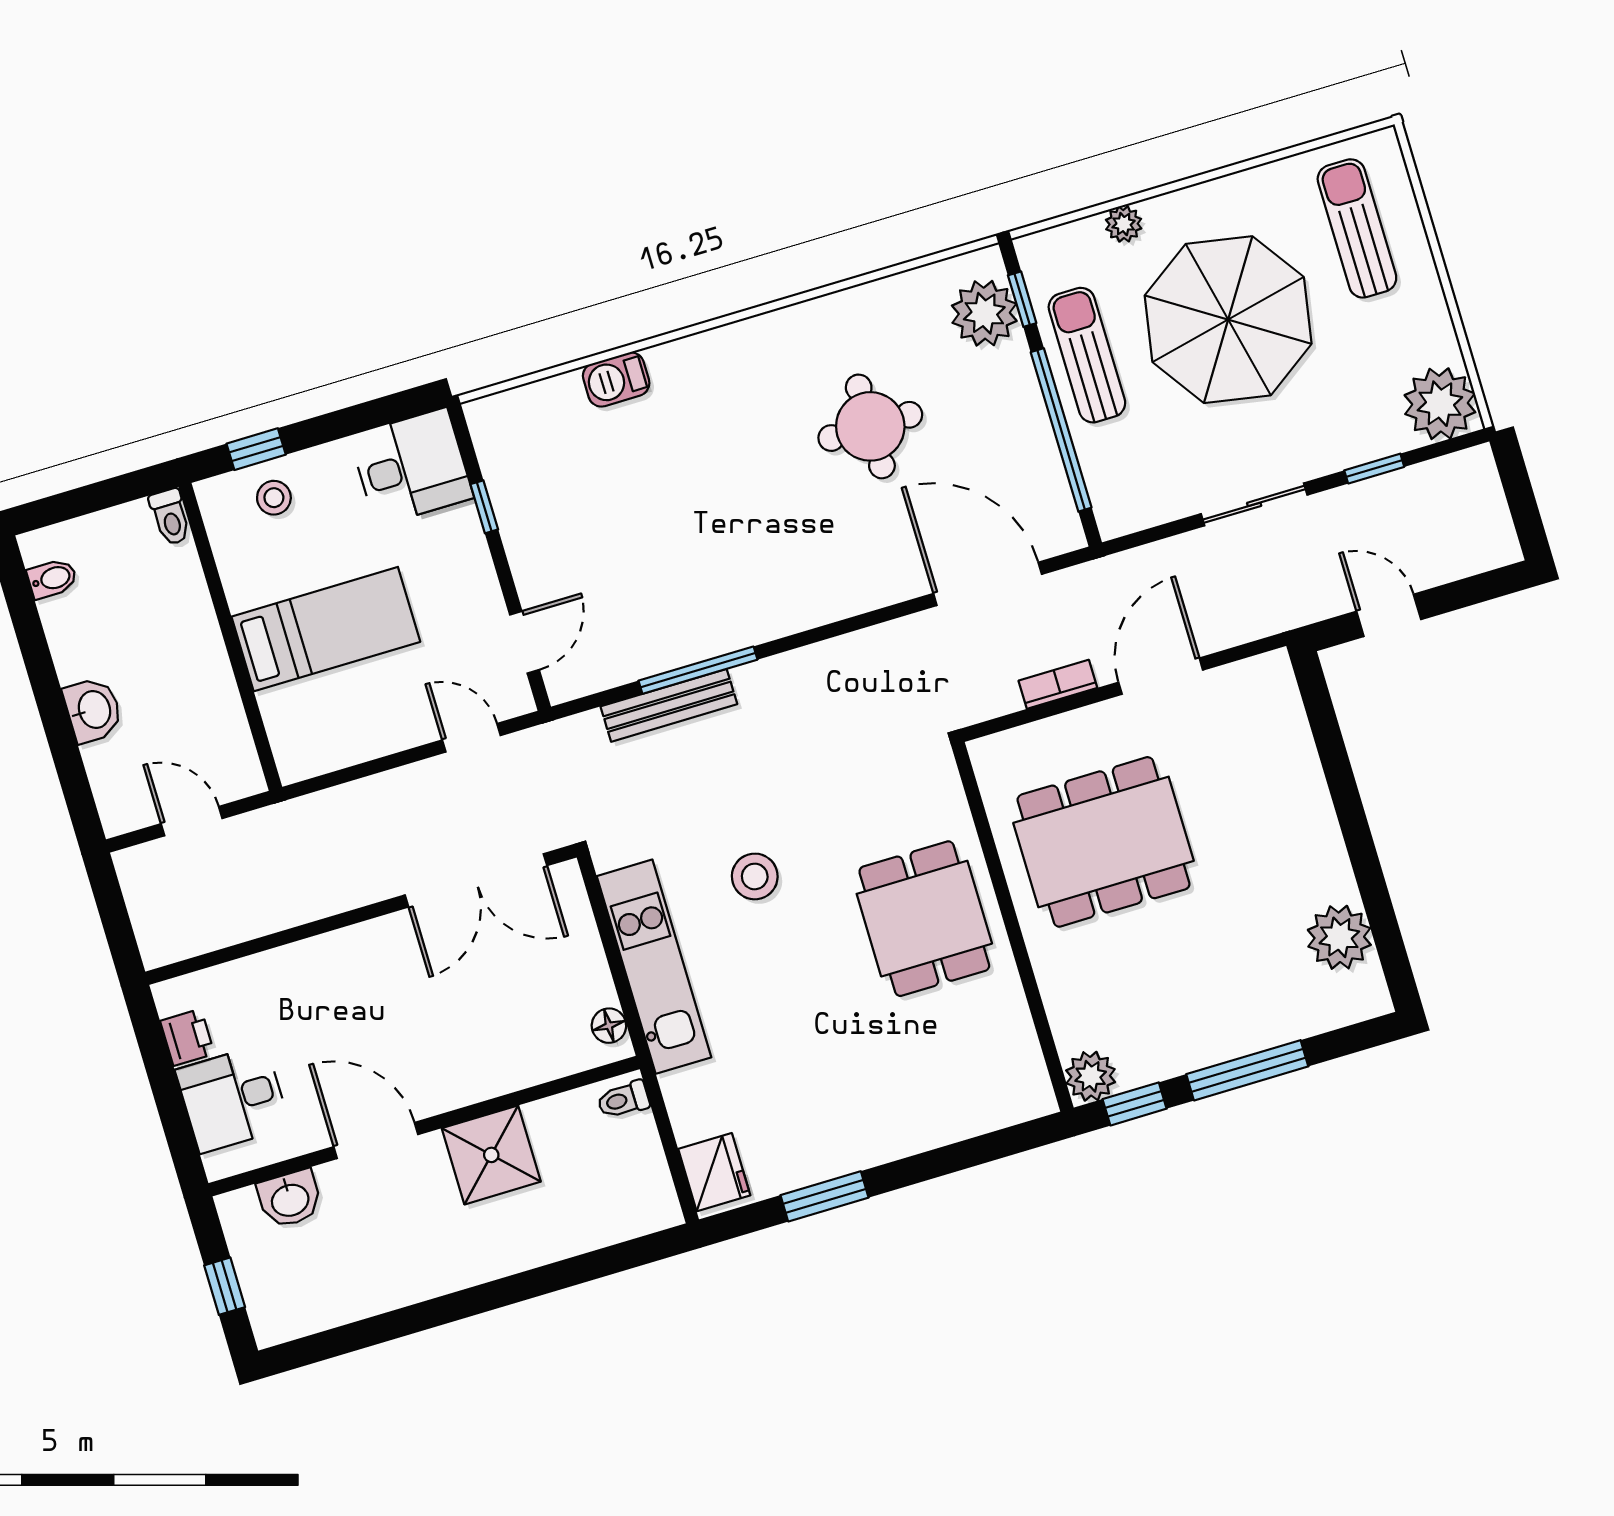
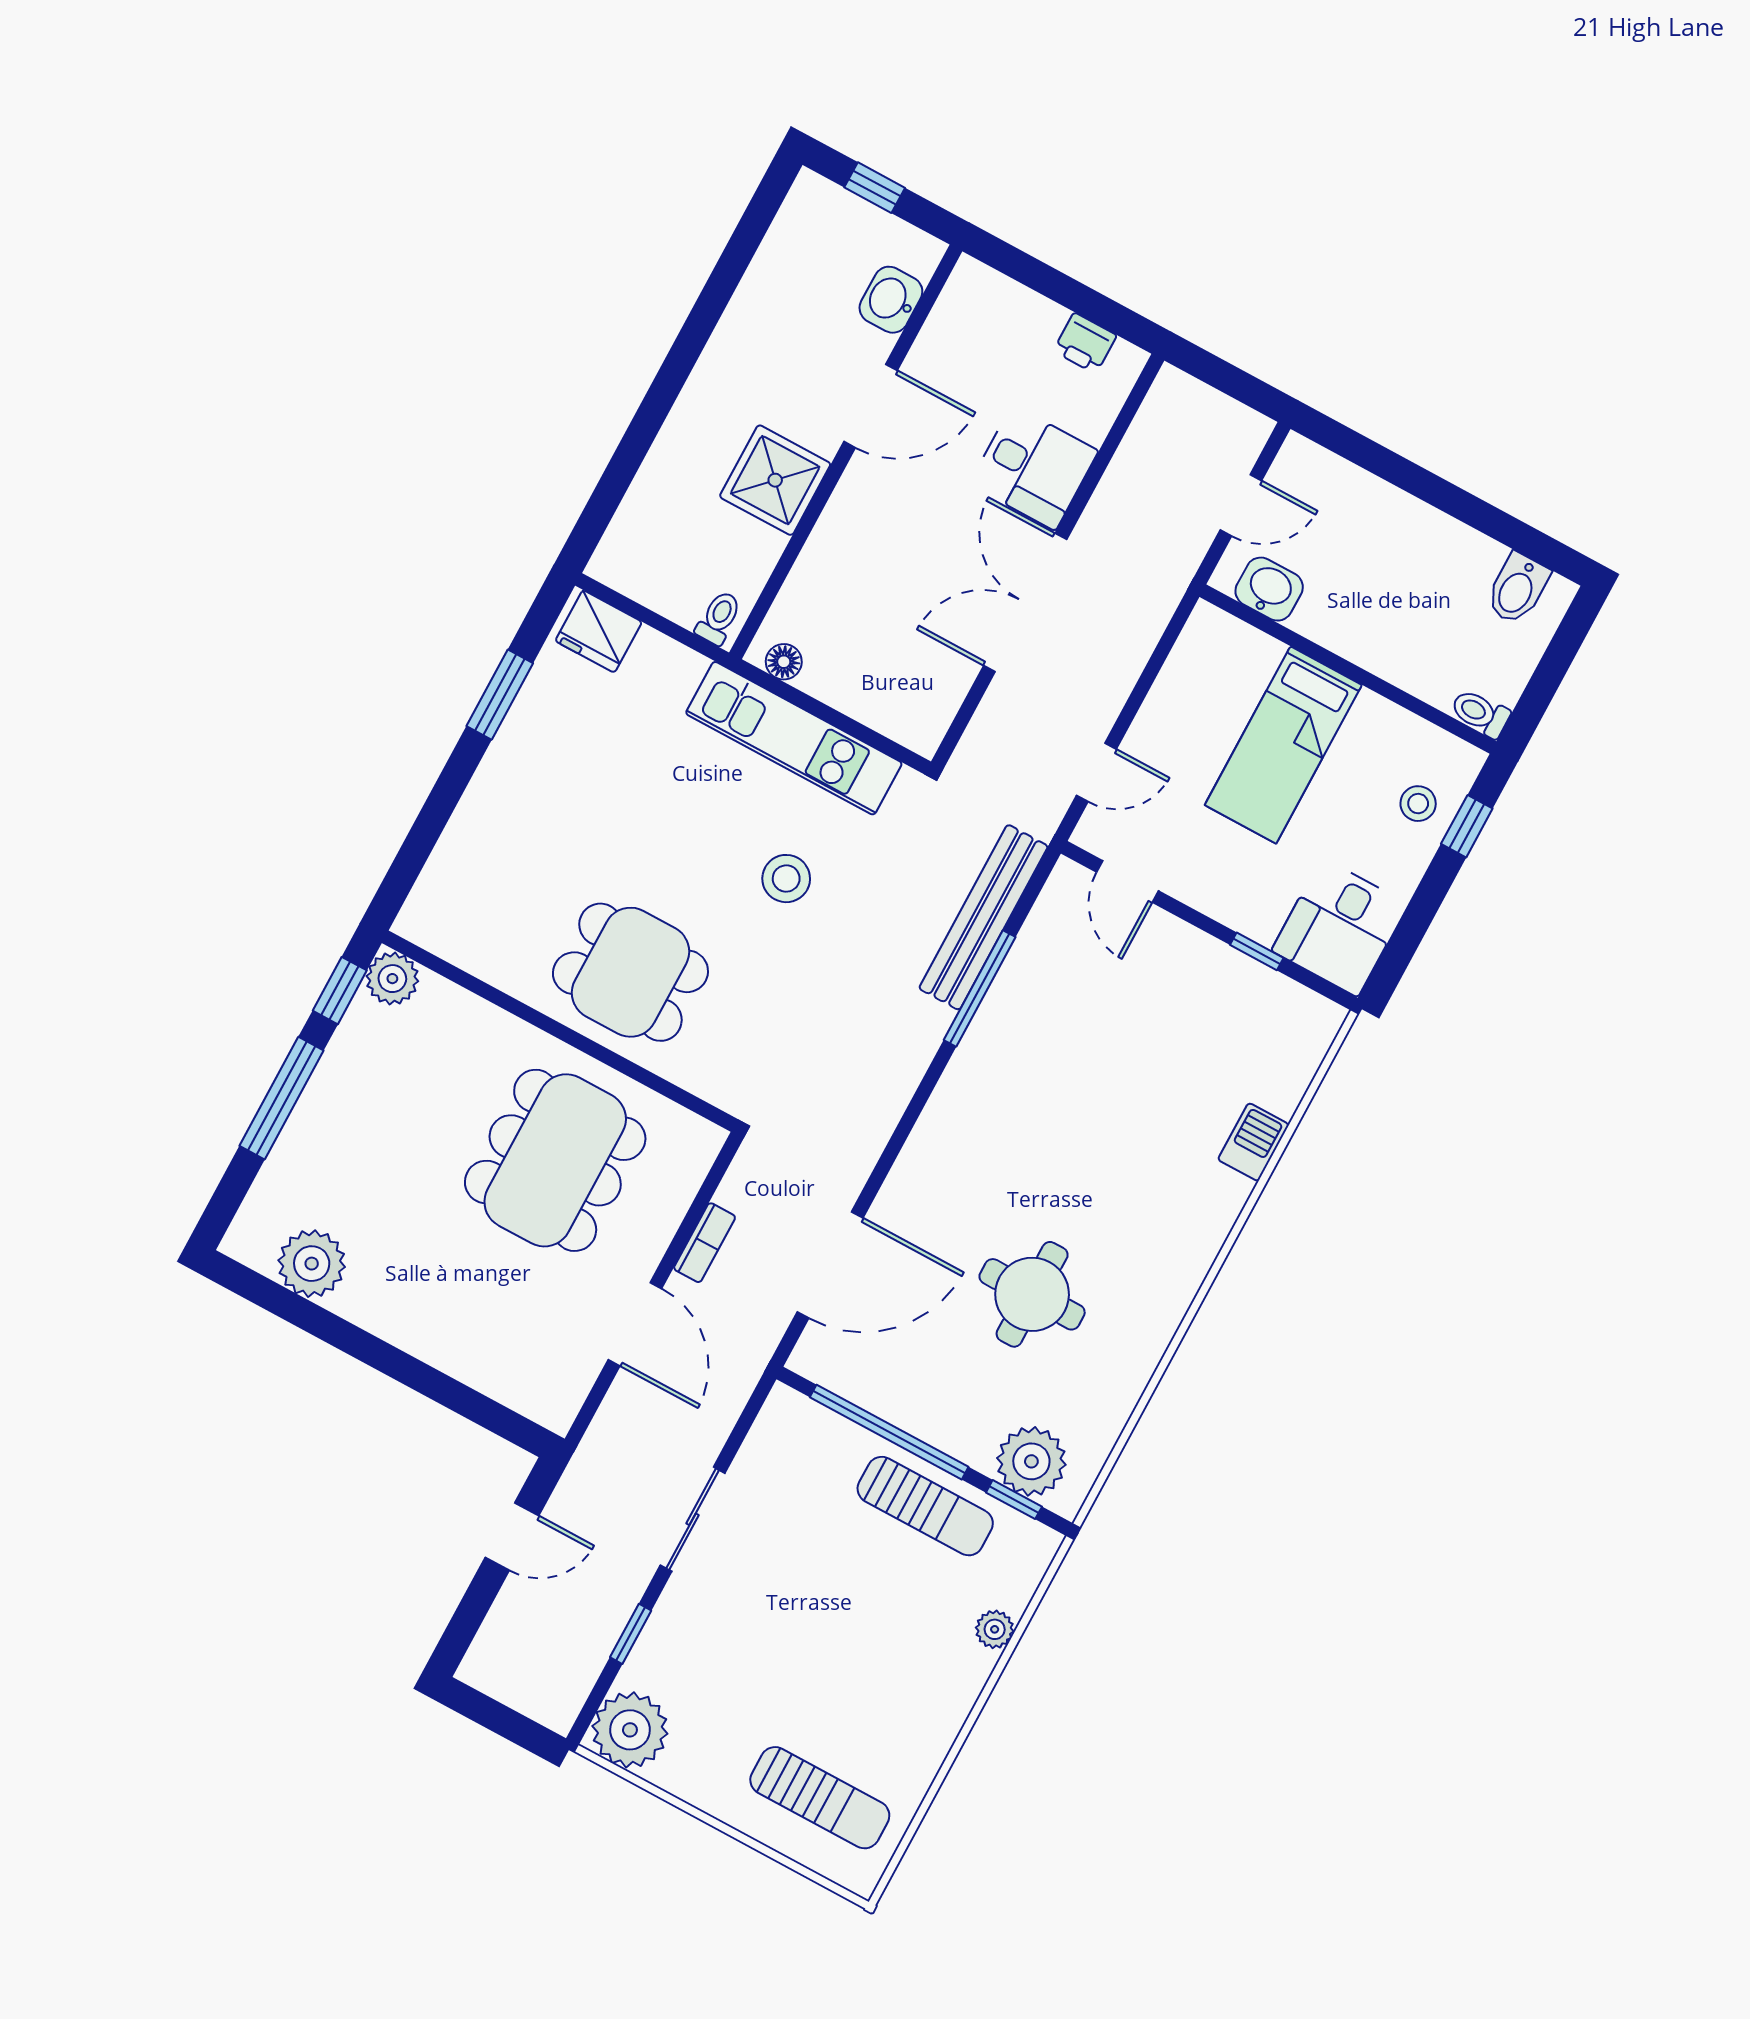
parasol: (1228, 320) -> (848, 1636), removed
bidet: (52, 579) -> (1517, 589), width x1.38, depth x1.36
bench: (669, 705) -> (983, 917), width x1.37, depth x1.21
washbasin: (93, 710) -> (1269, 589), moved, turned 180
double door: (476, 880) -> (1025, 603), moved
desk: (233, 1098) -> (1034, 468), moved, turned 90

